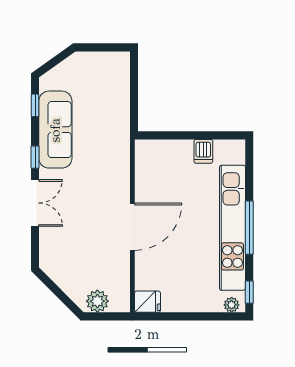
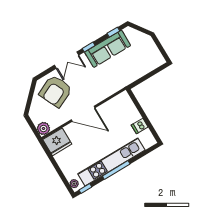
armchair: (73, 248) -> (56, 91), added
plant: (97, 301) -> (44, 128), moved
fridge: (148, 302) -> (57, 142), width x1.88, depth x1.34

